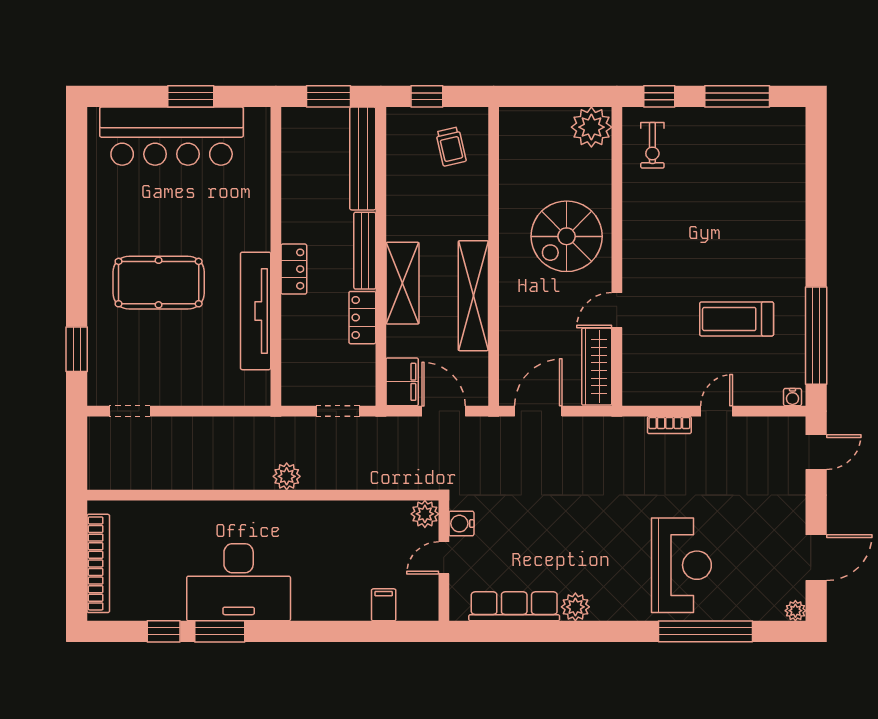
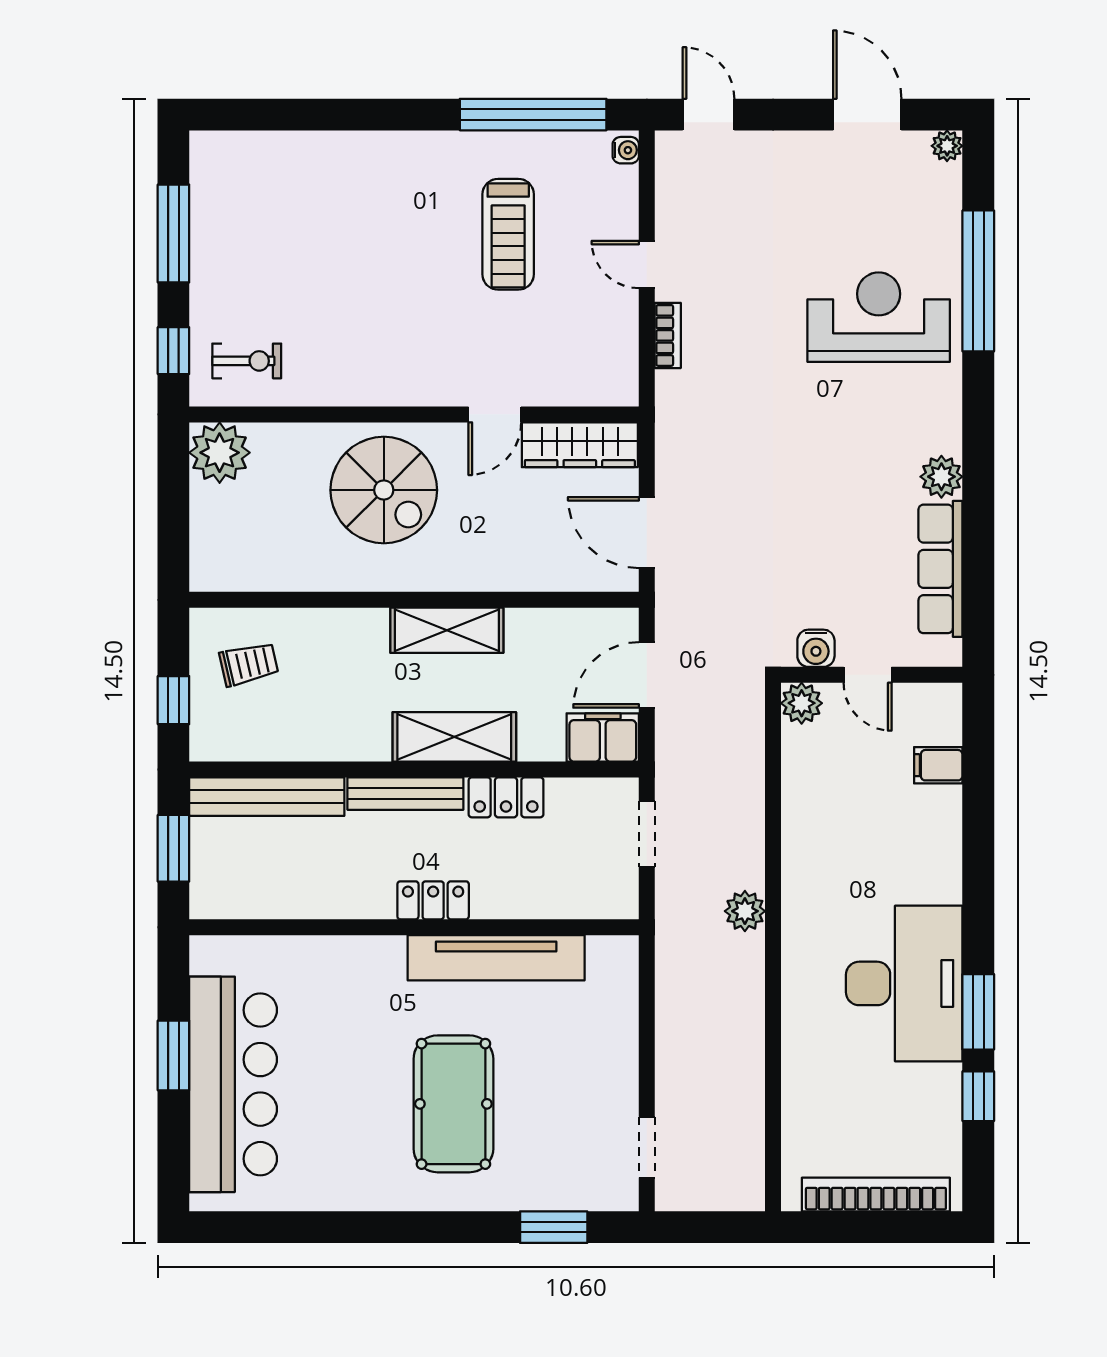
shelving: (473, 296) -> (447, 630), width x0.68
door: (617, 310) -> (495, 414), hinge flipped

